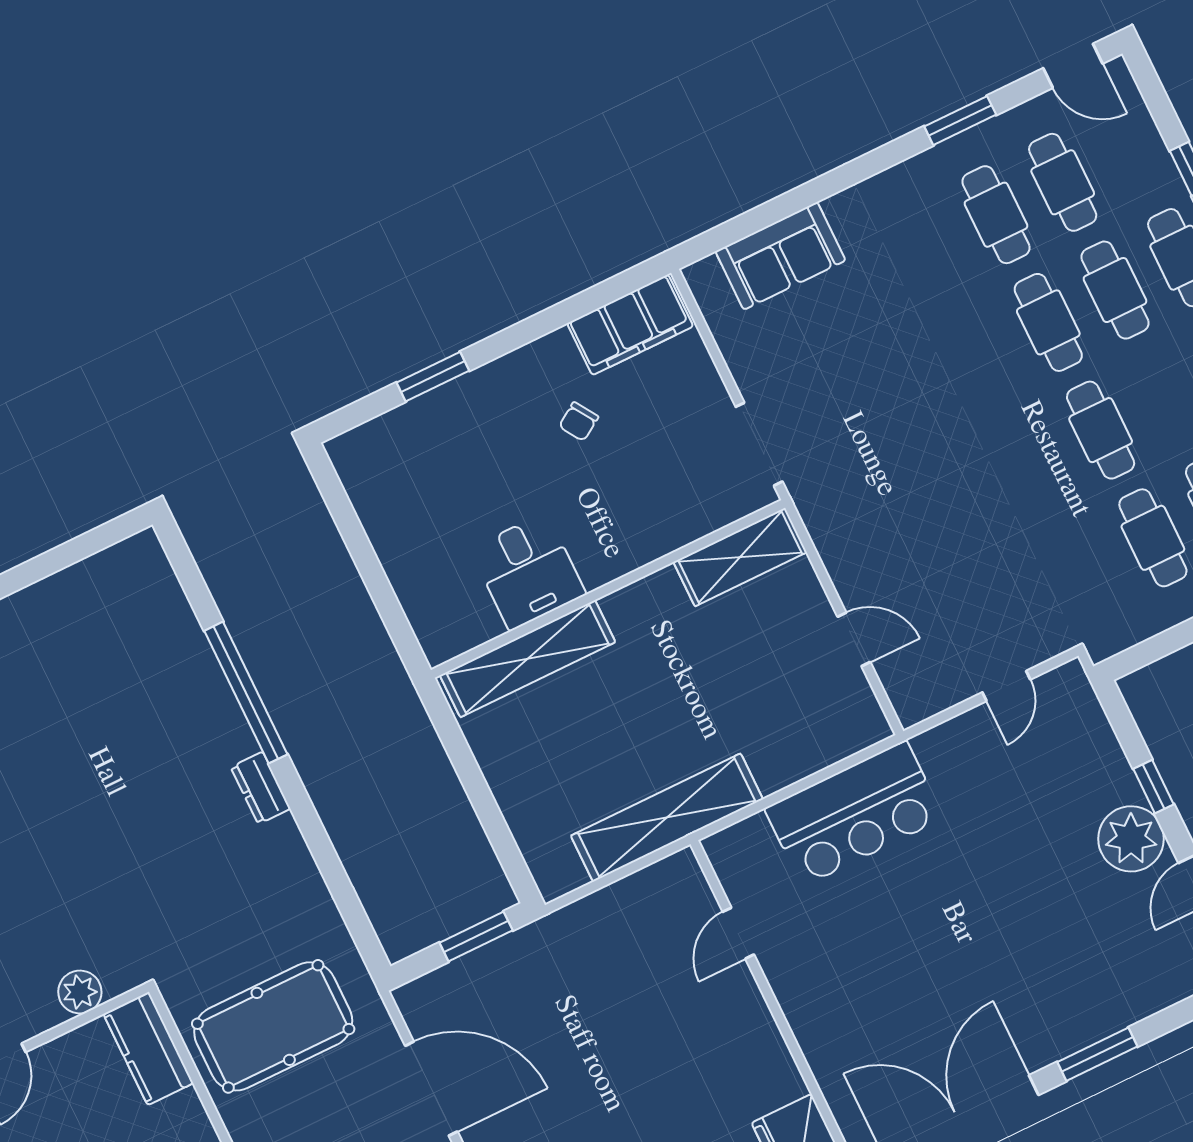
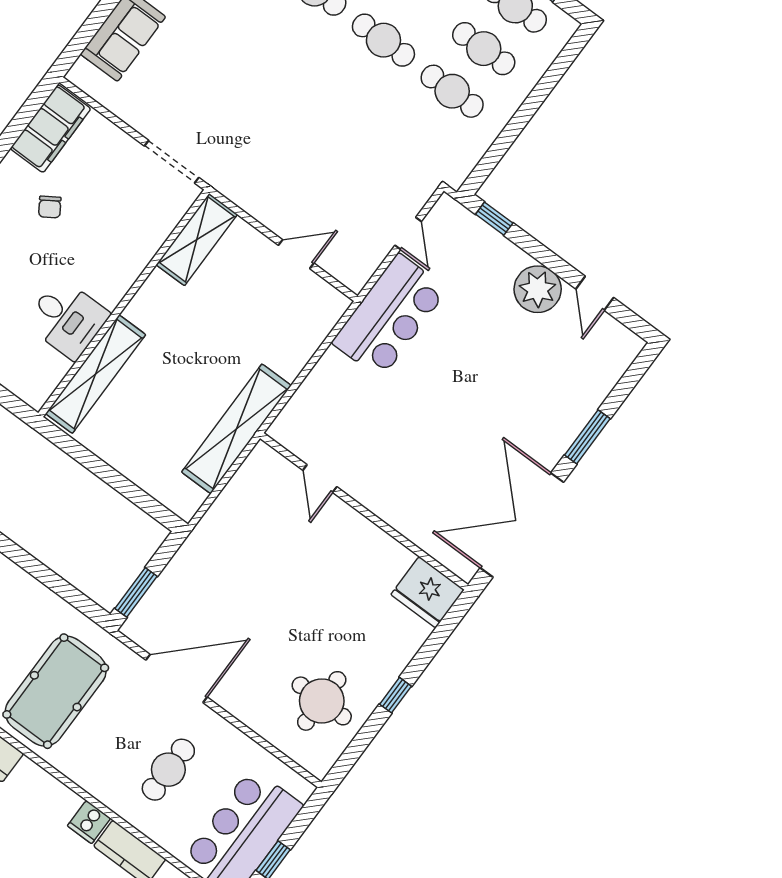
window: (1154, 787) -> (494, 219), moved
bar counter: (854, 813) -> (390, 316), moved
window: (476, 937) -> (136, 592), moved

